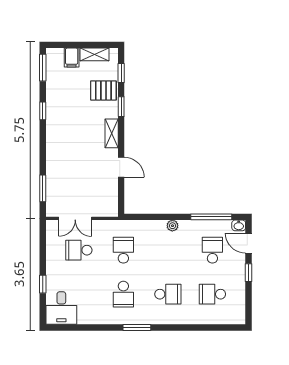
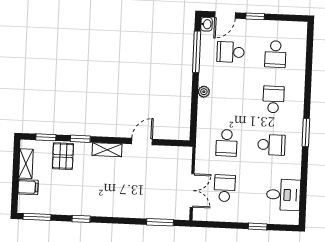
school desk: (79, 250) -> (225, 188), turned 180
school desk: (123, 250) -> (227, 143), turned -90
desk: (61, 308) -> (283, 195), moved

